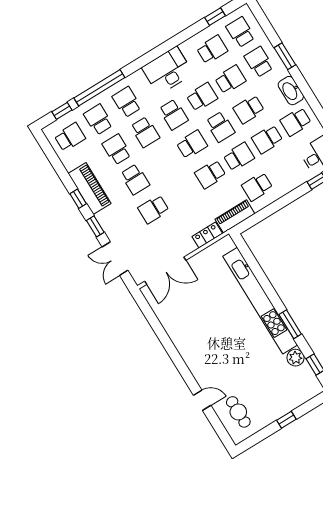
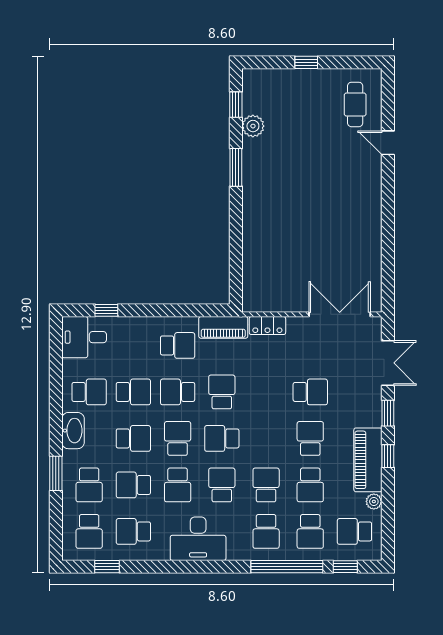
school desk: (202, 97) -> (178, 485), turned -90
plant: (69, 164) -> (374, 501), added
school desk: (210, 174) -> (222, 392), turned -90
kitchen unit: (260, 301) -> (253, 215), removed

